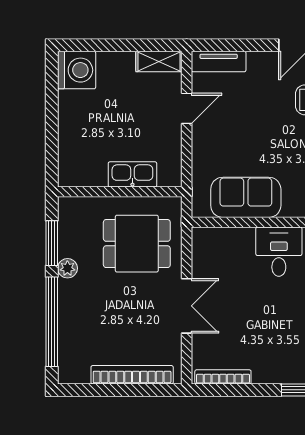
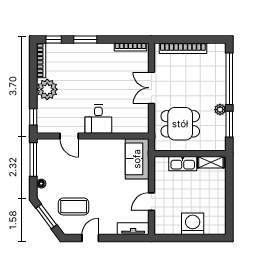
shelving: (159, 61) -> (211, 162), moved
washing machine: (77, 70) -> (193, 224), moved, turned 90
sofa: (246, 197) -> (137, 159), moved, turned 90

